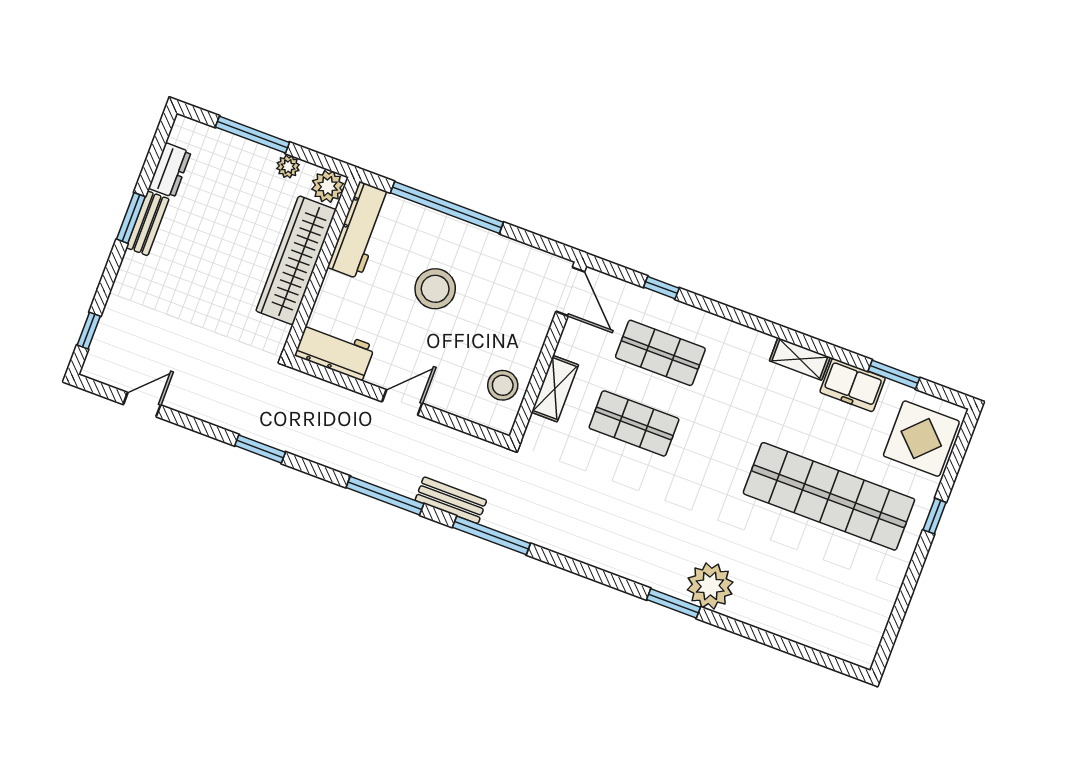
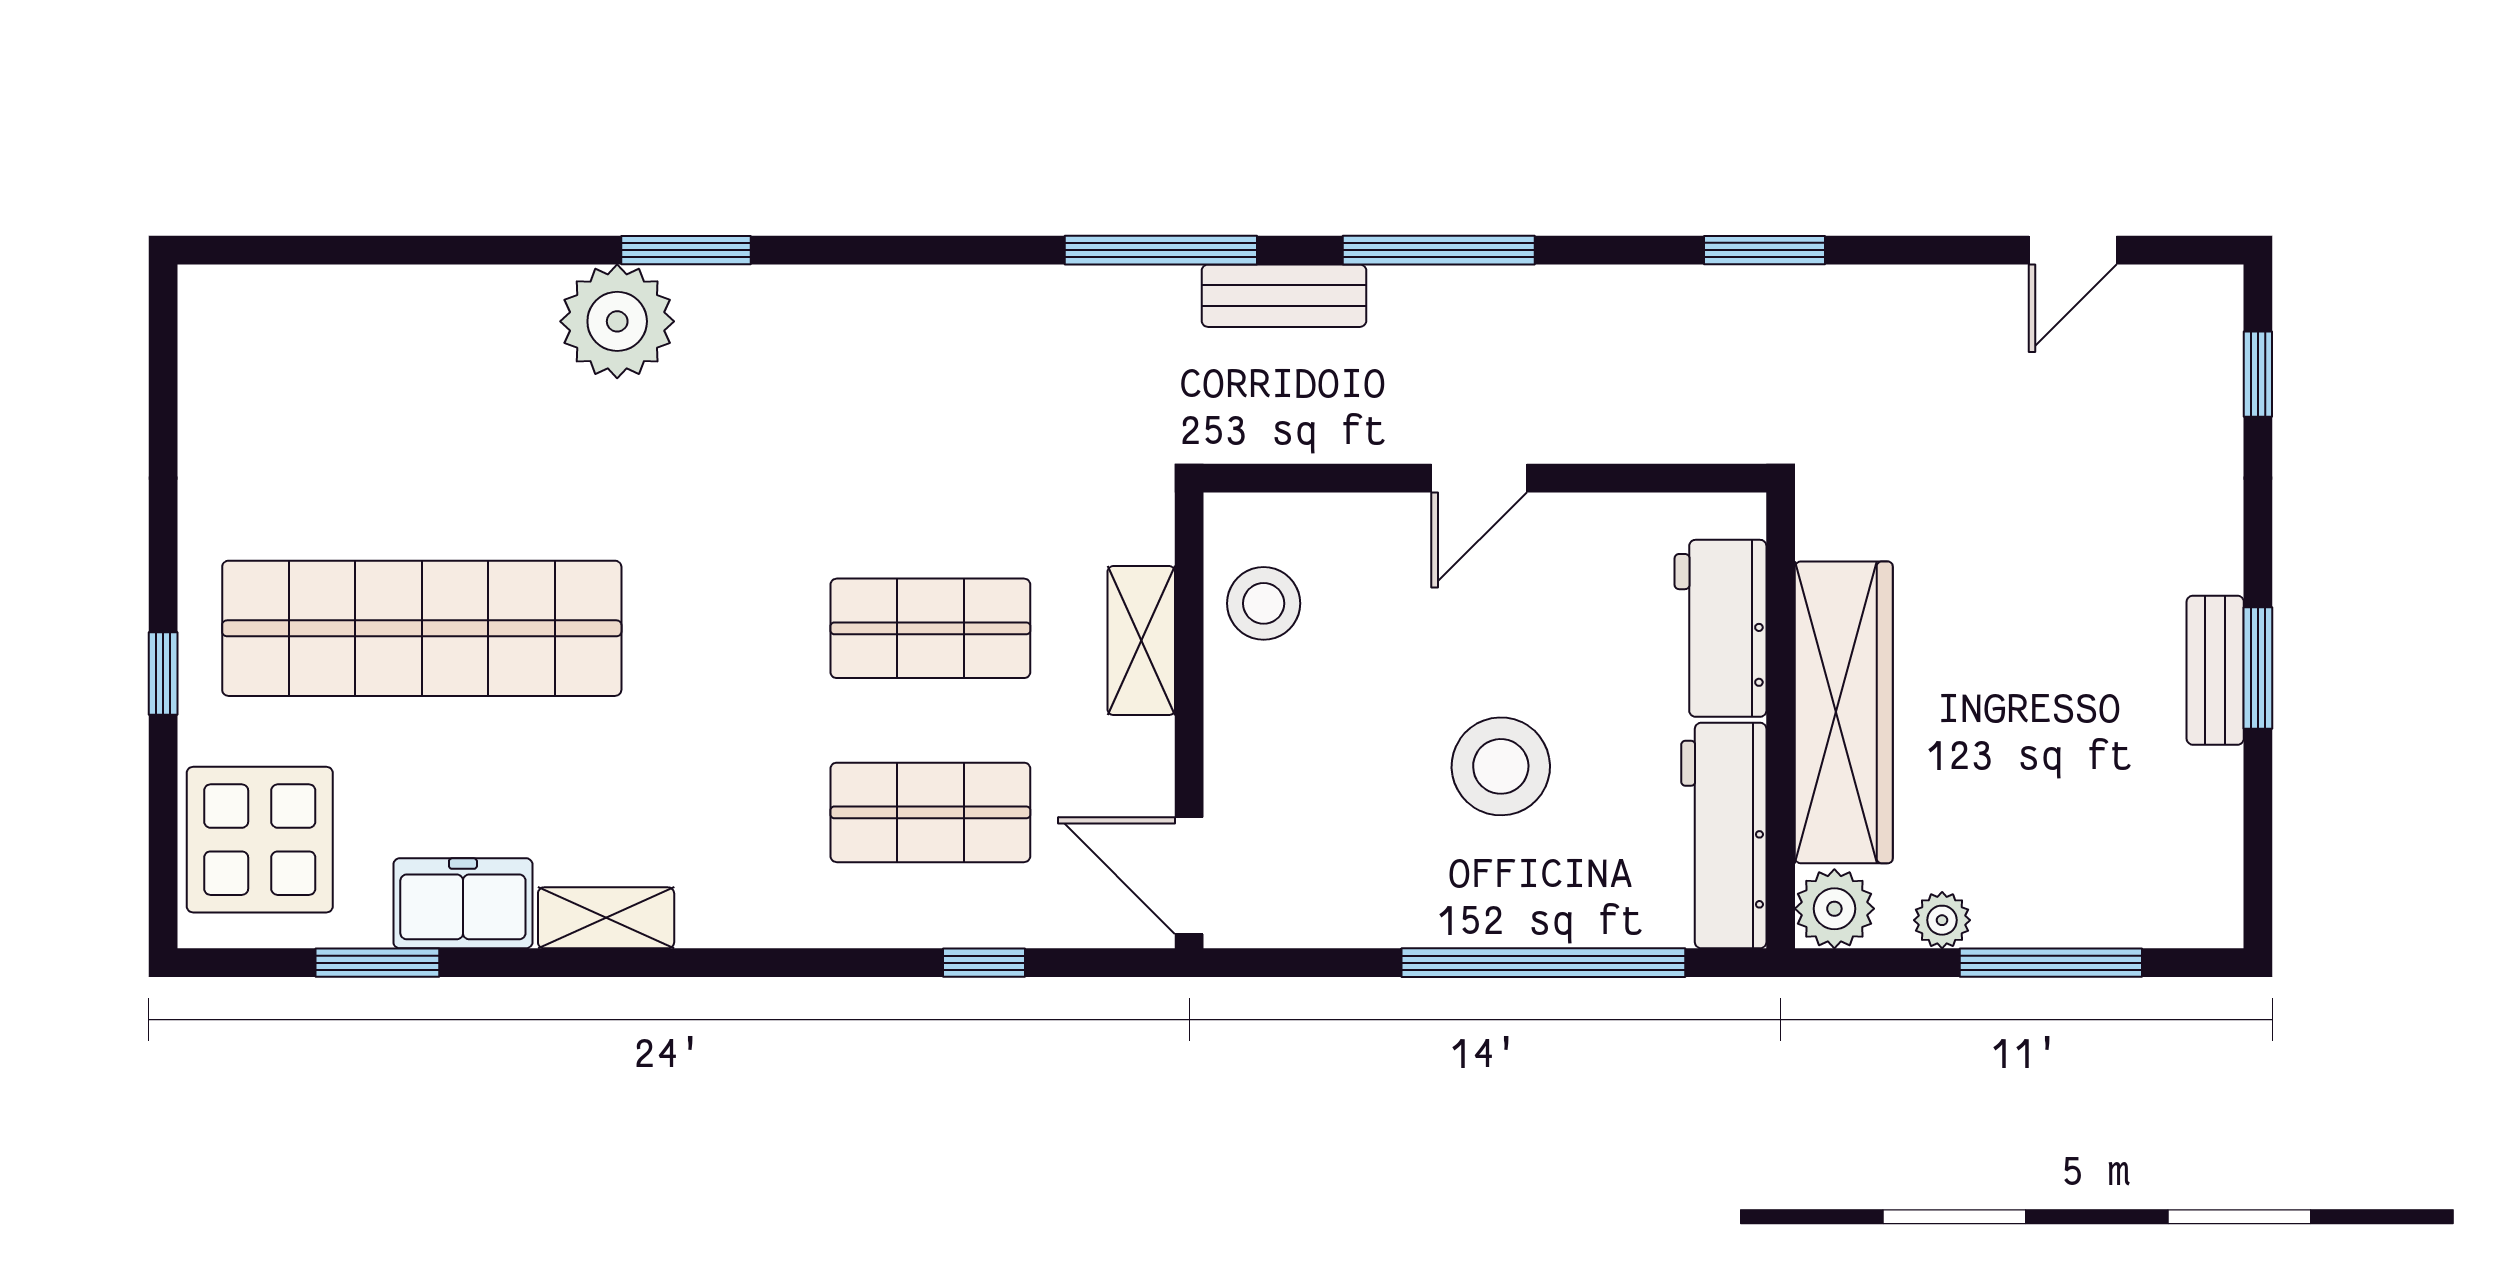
dresser: (170, 170) -> (2210, 811), removed
workbench: (335, 351) -> (1720, 628), moved, turned 90

